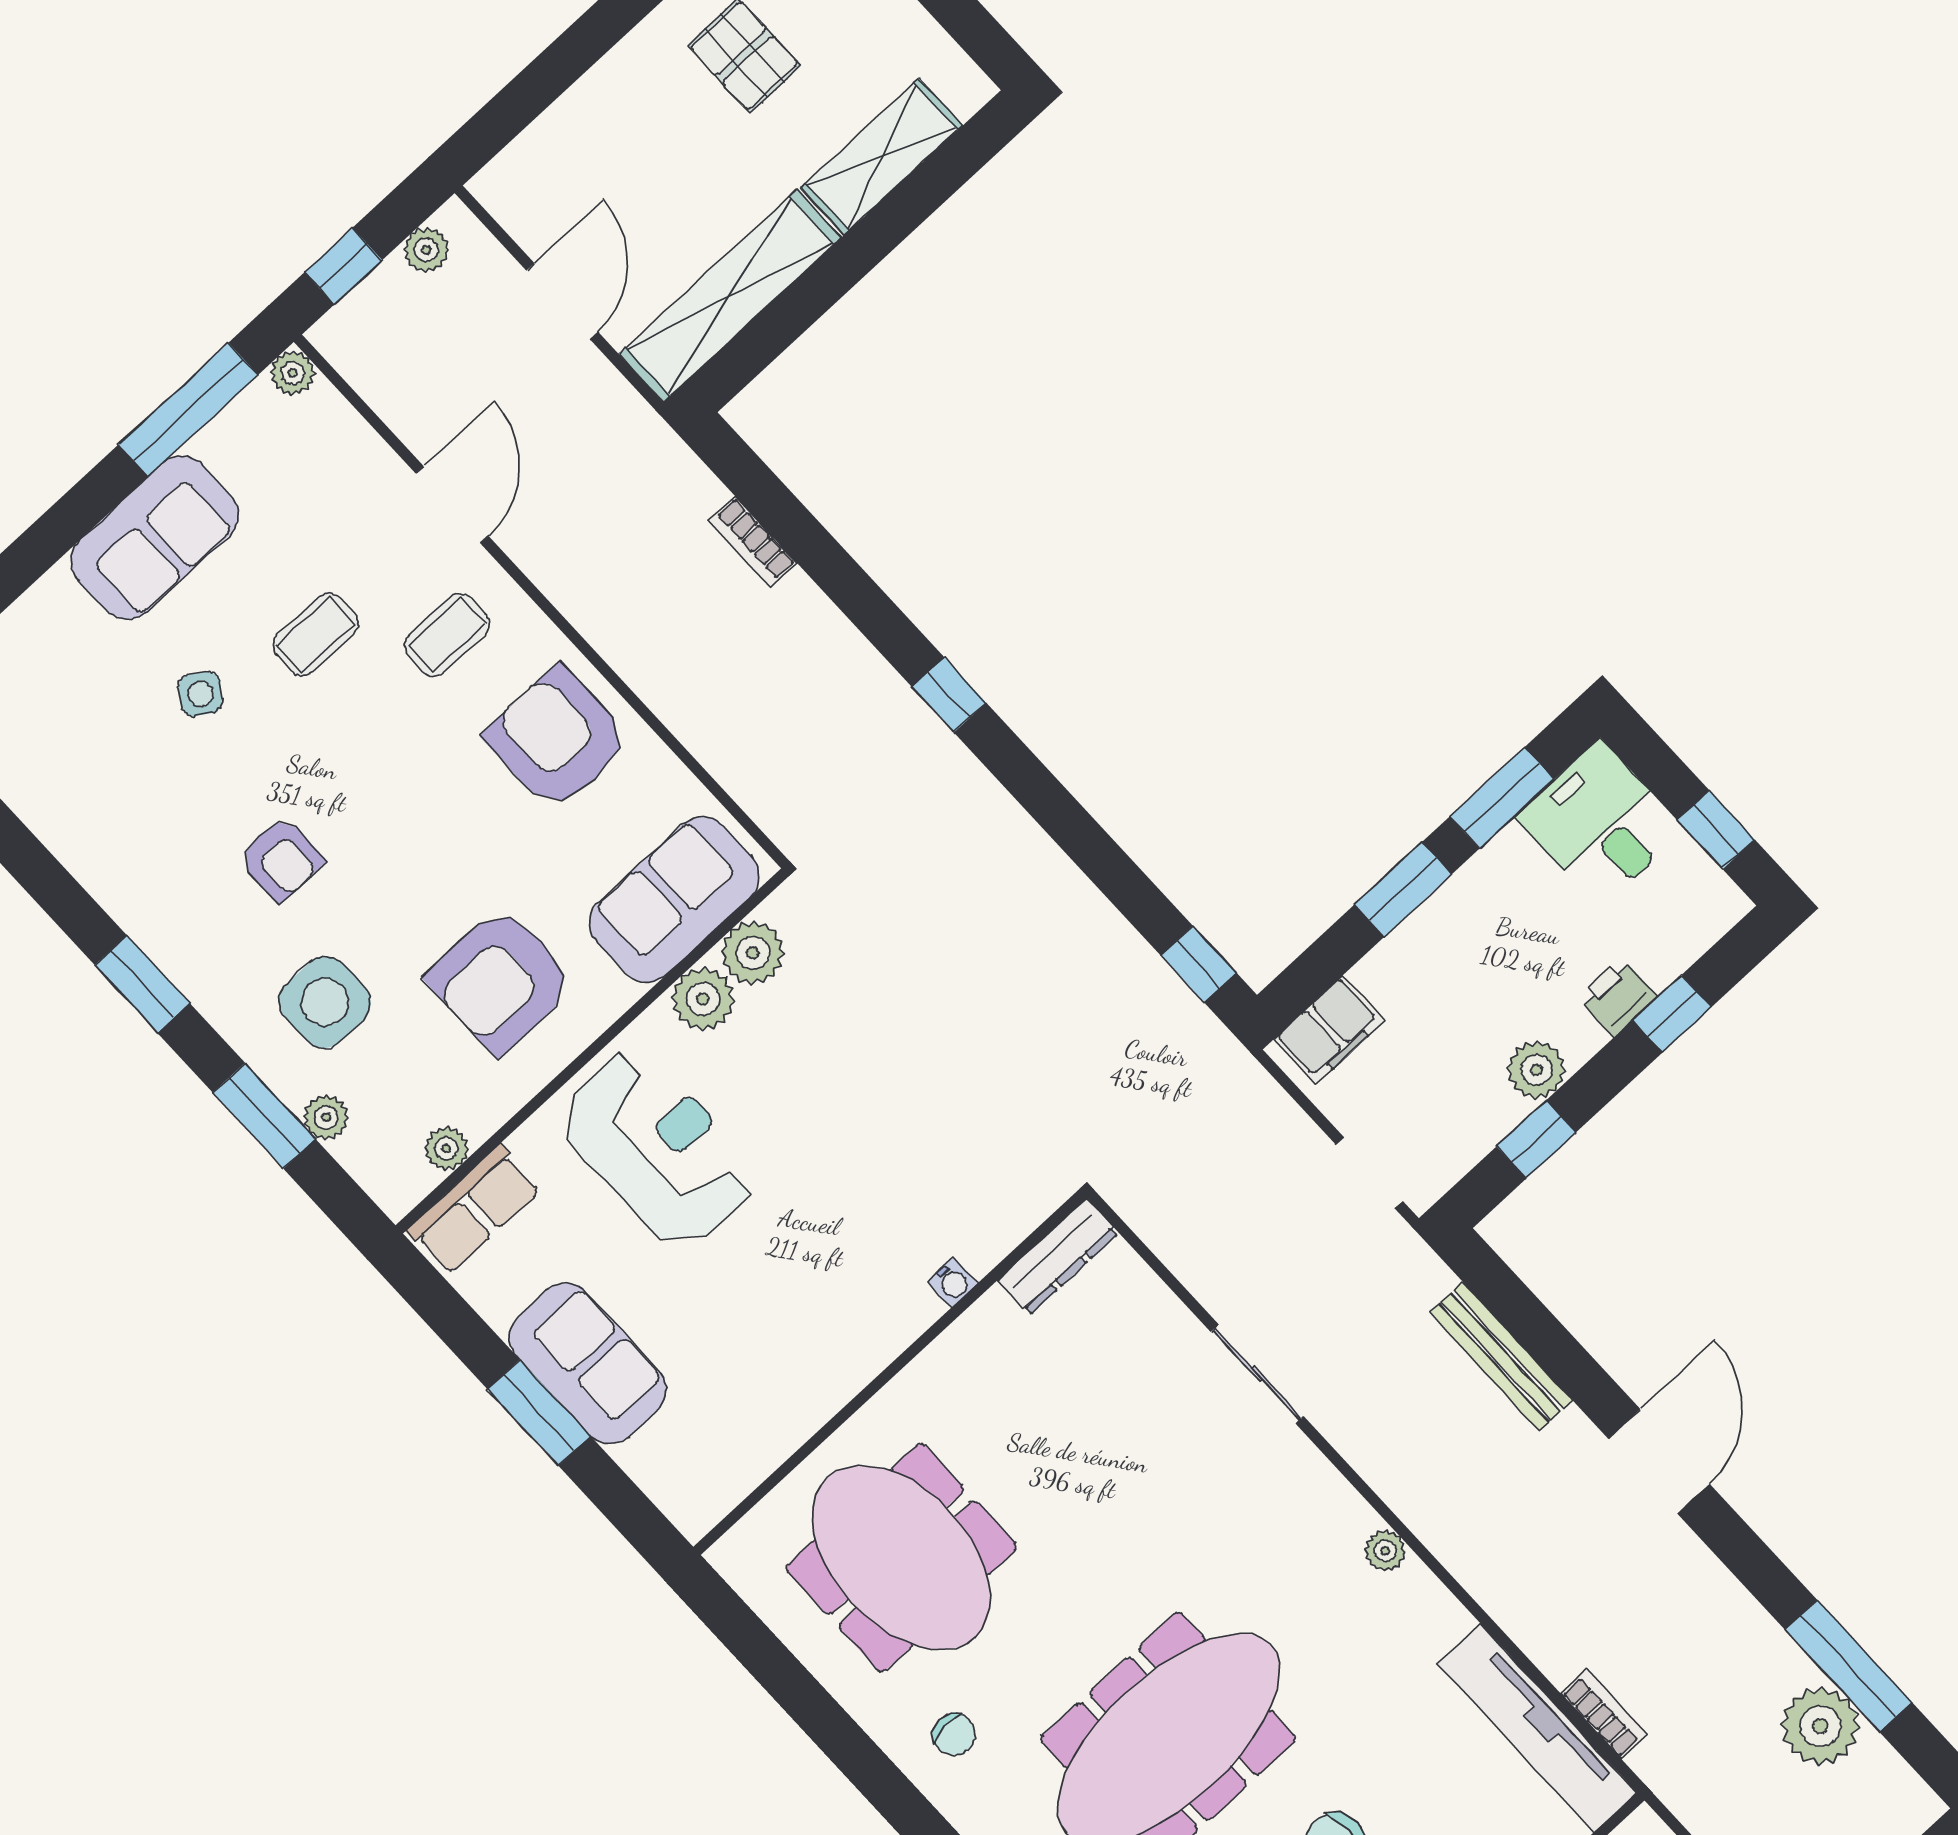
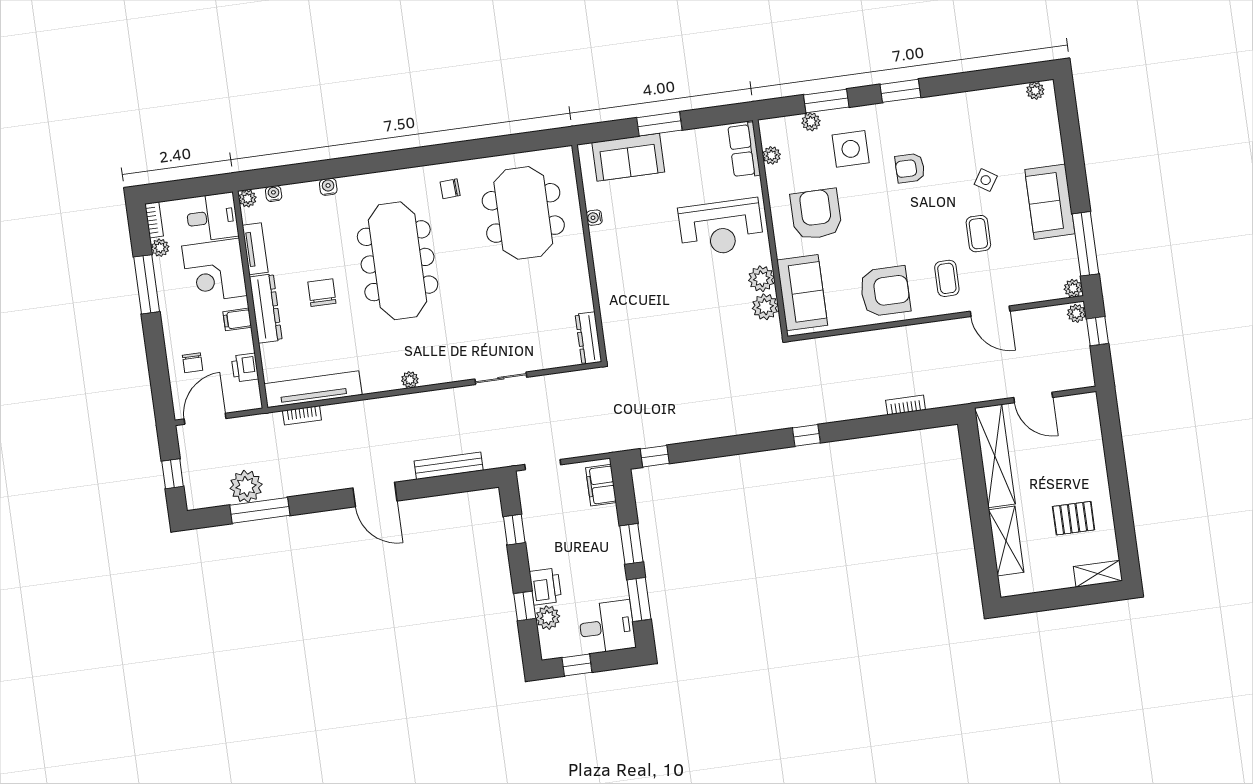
plant: (426, 250) -> (1076, 313), moved
printer: (1617, 997) -> (546, 586), width x1.36, depth x1.24
plant: (1536, 1070) -> (548, 618), moved
water cooler: (953, 1282) -> (594, 218), moved
sofa: (588, 1364) -> (628, 157), moved
meeting table: (901, 1558) -> (523, 213), turned 90

